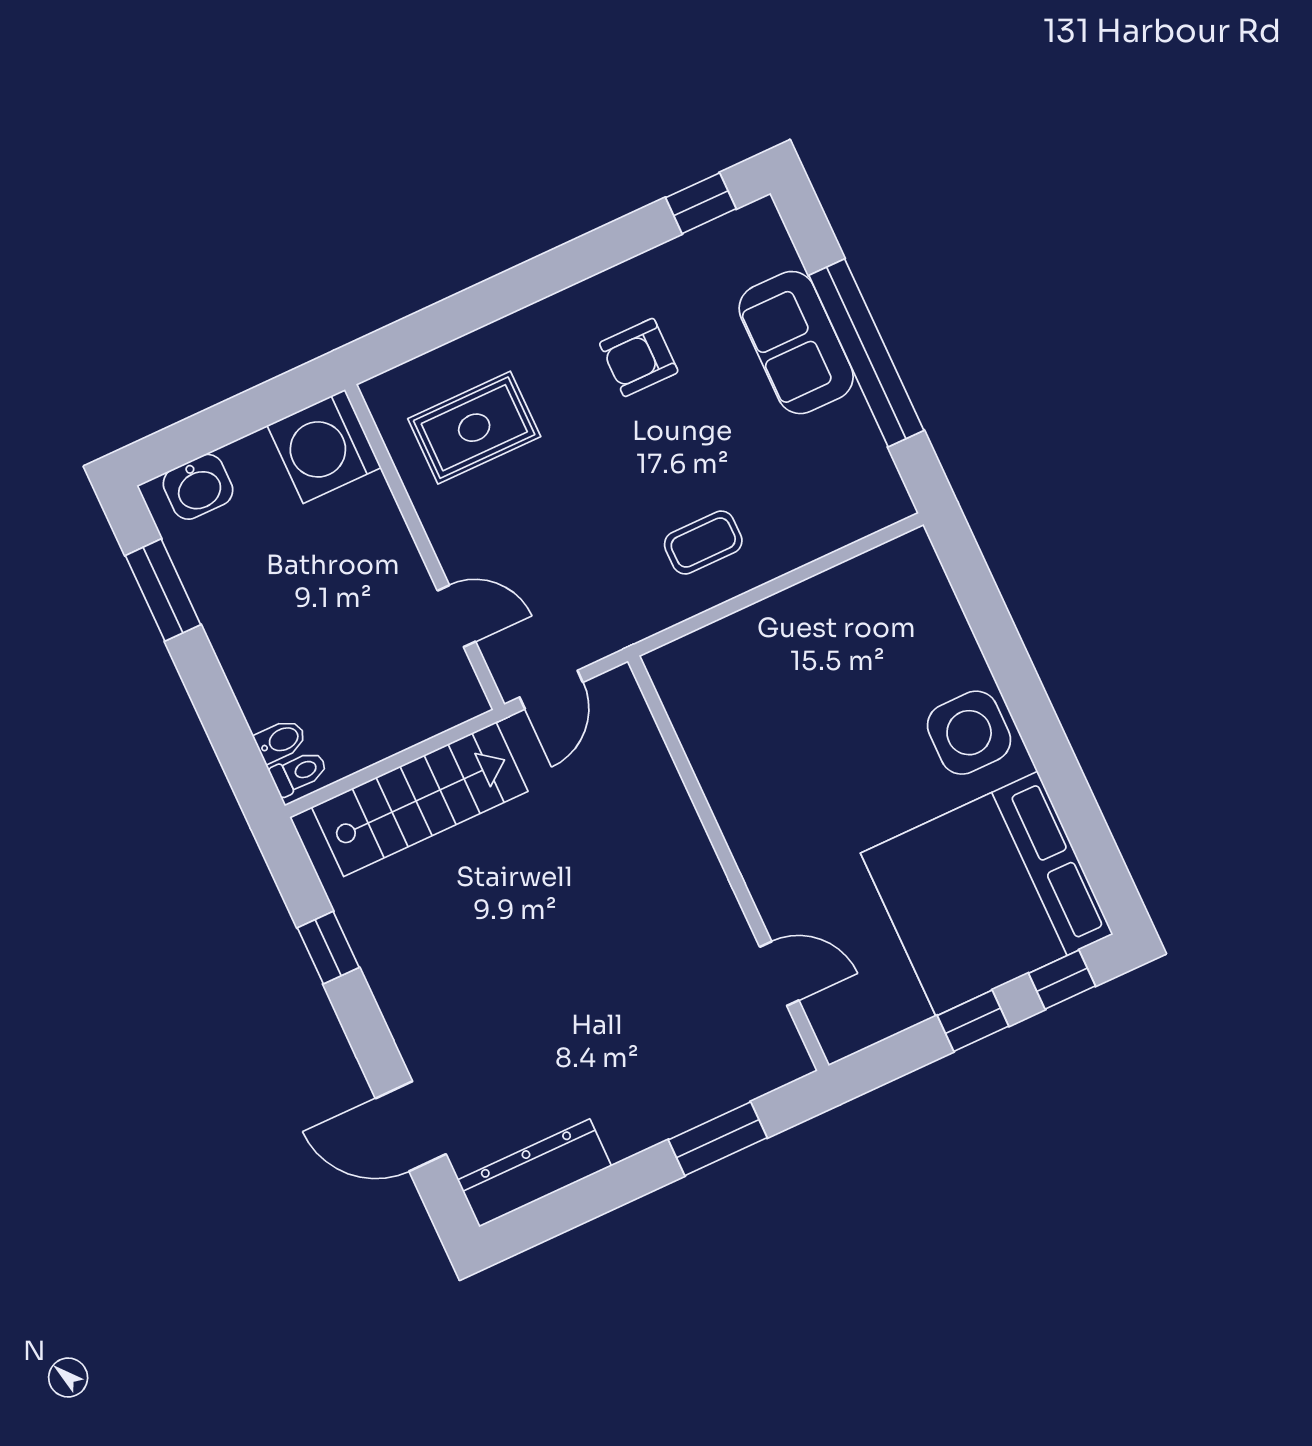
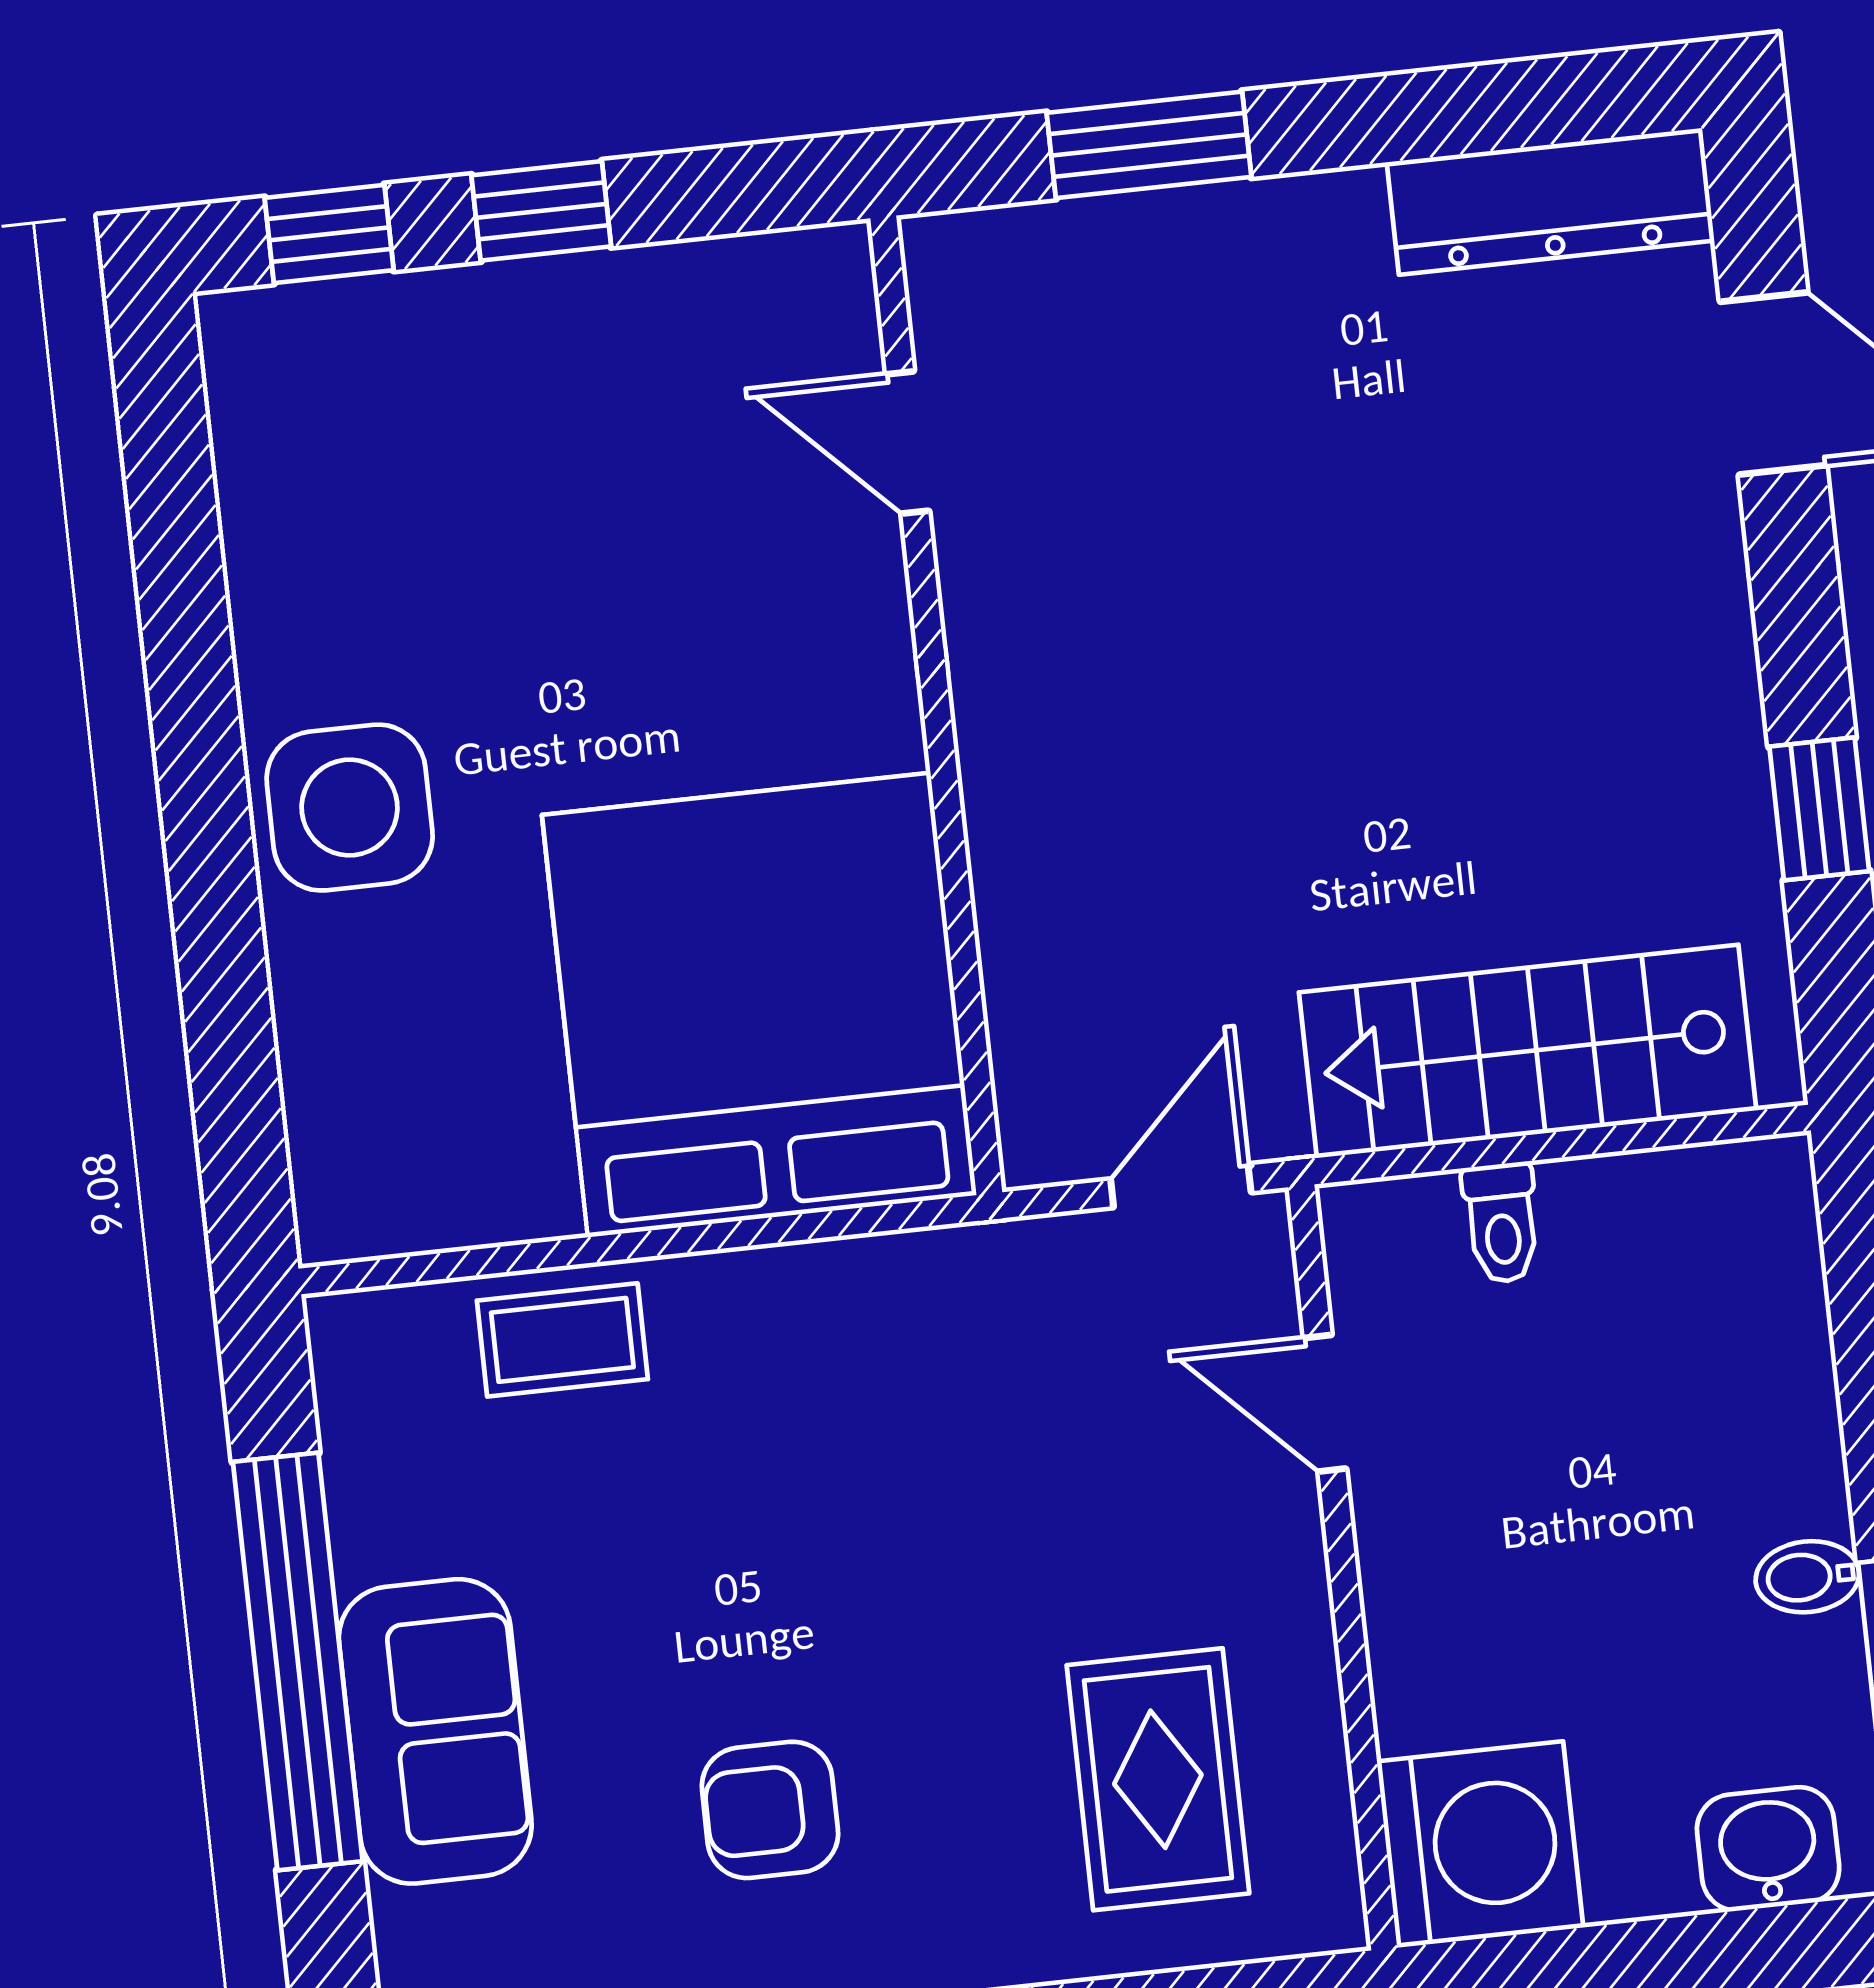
armchair: (639, 357) -> (770, 1810), turned 180
rug: (474, 428) -> (1158, 1779), turned 90
coffee table: (703, 543) -> (562, 1340), moved
bidet: (281, 741) -> (1807, 1577), moved
toilet: (299, 773) -> (1502, 1223), moved, turned -90
bed: (987, 894) -> (759, 1005), moved, turned -90

